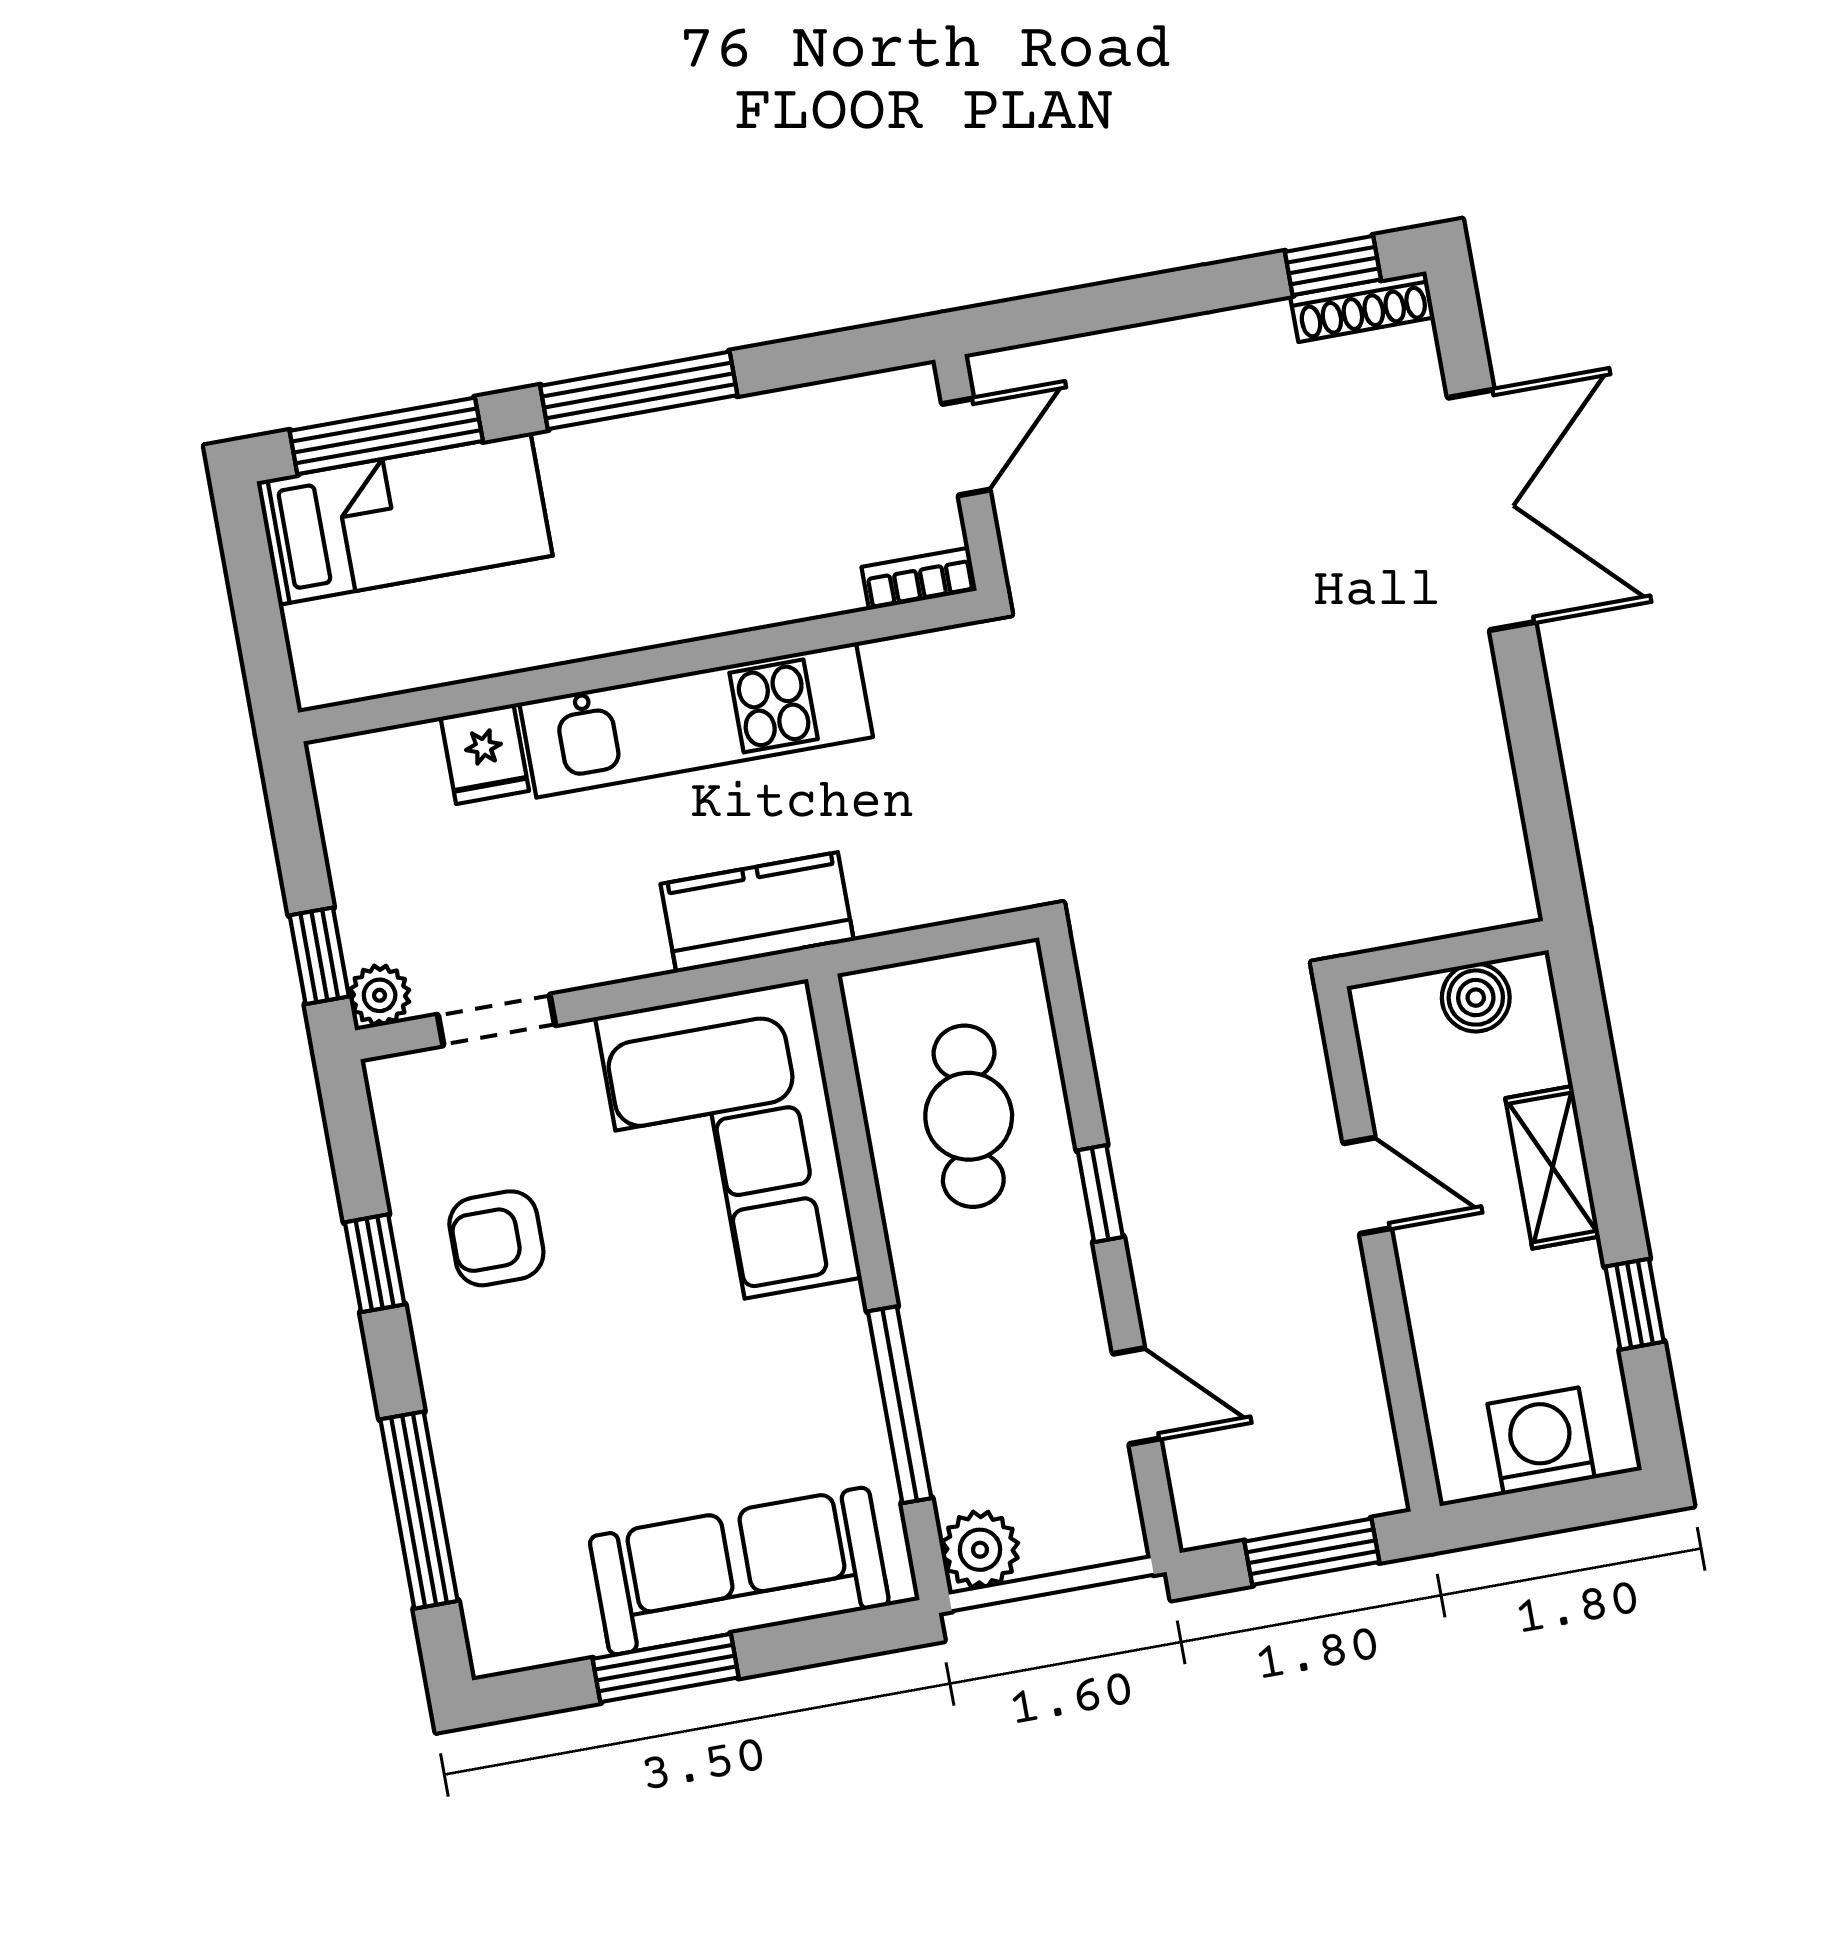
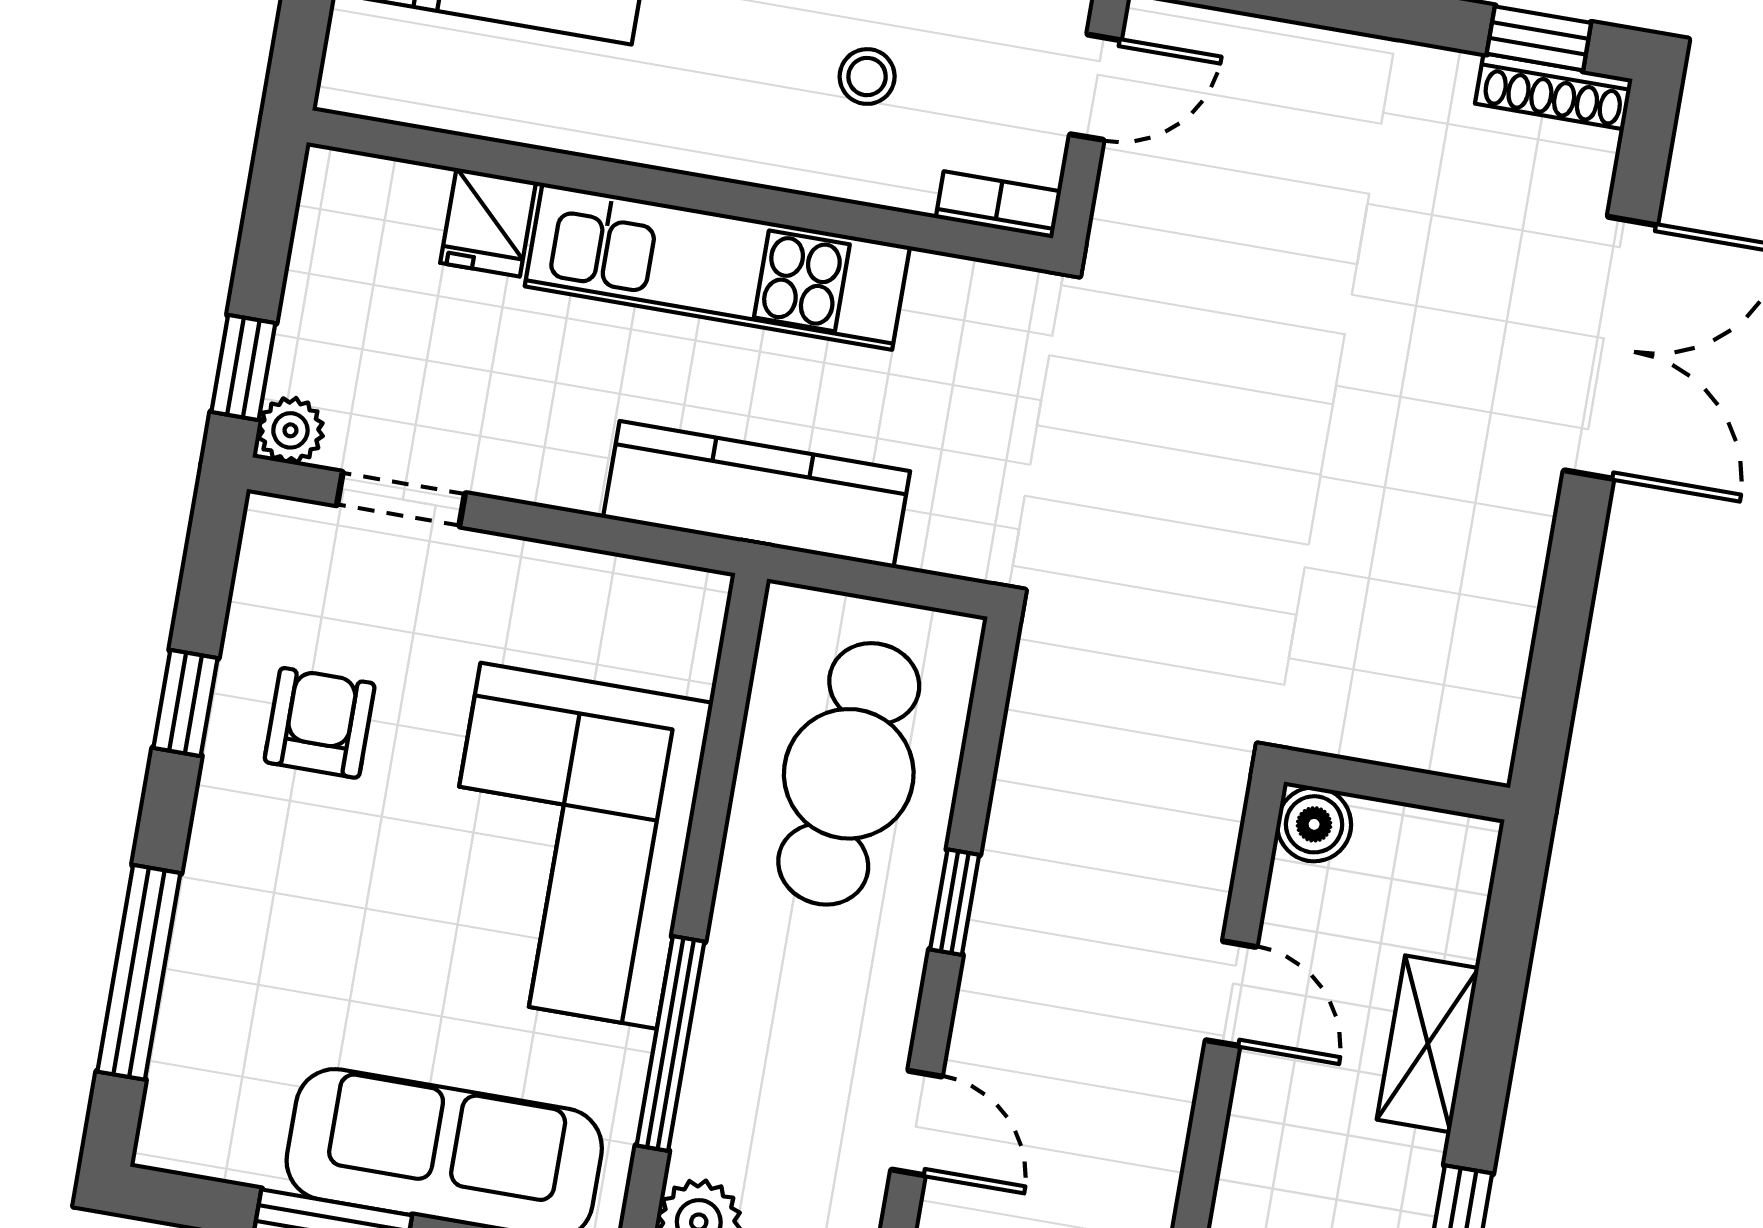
stool: (766, 509) -> (867, 77), added
kitchen counter: (757, 912) -> (757, 495), width x1.50
boiler: (1476, 998) -> (1314, 824), moved
cafe table: (969, 1116) -> (849, 774), width x1.37, depth x1.35
corner sofa: (728, 1147) -> (569, 846), moved
armchair: (496, 1238) -> (320, 723), turned 90

